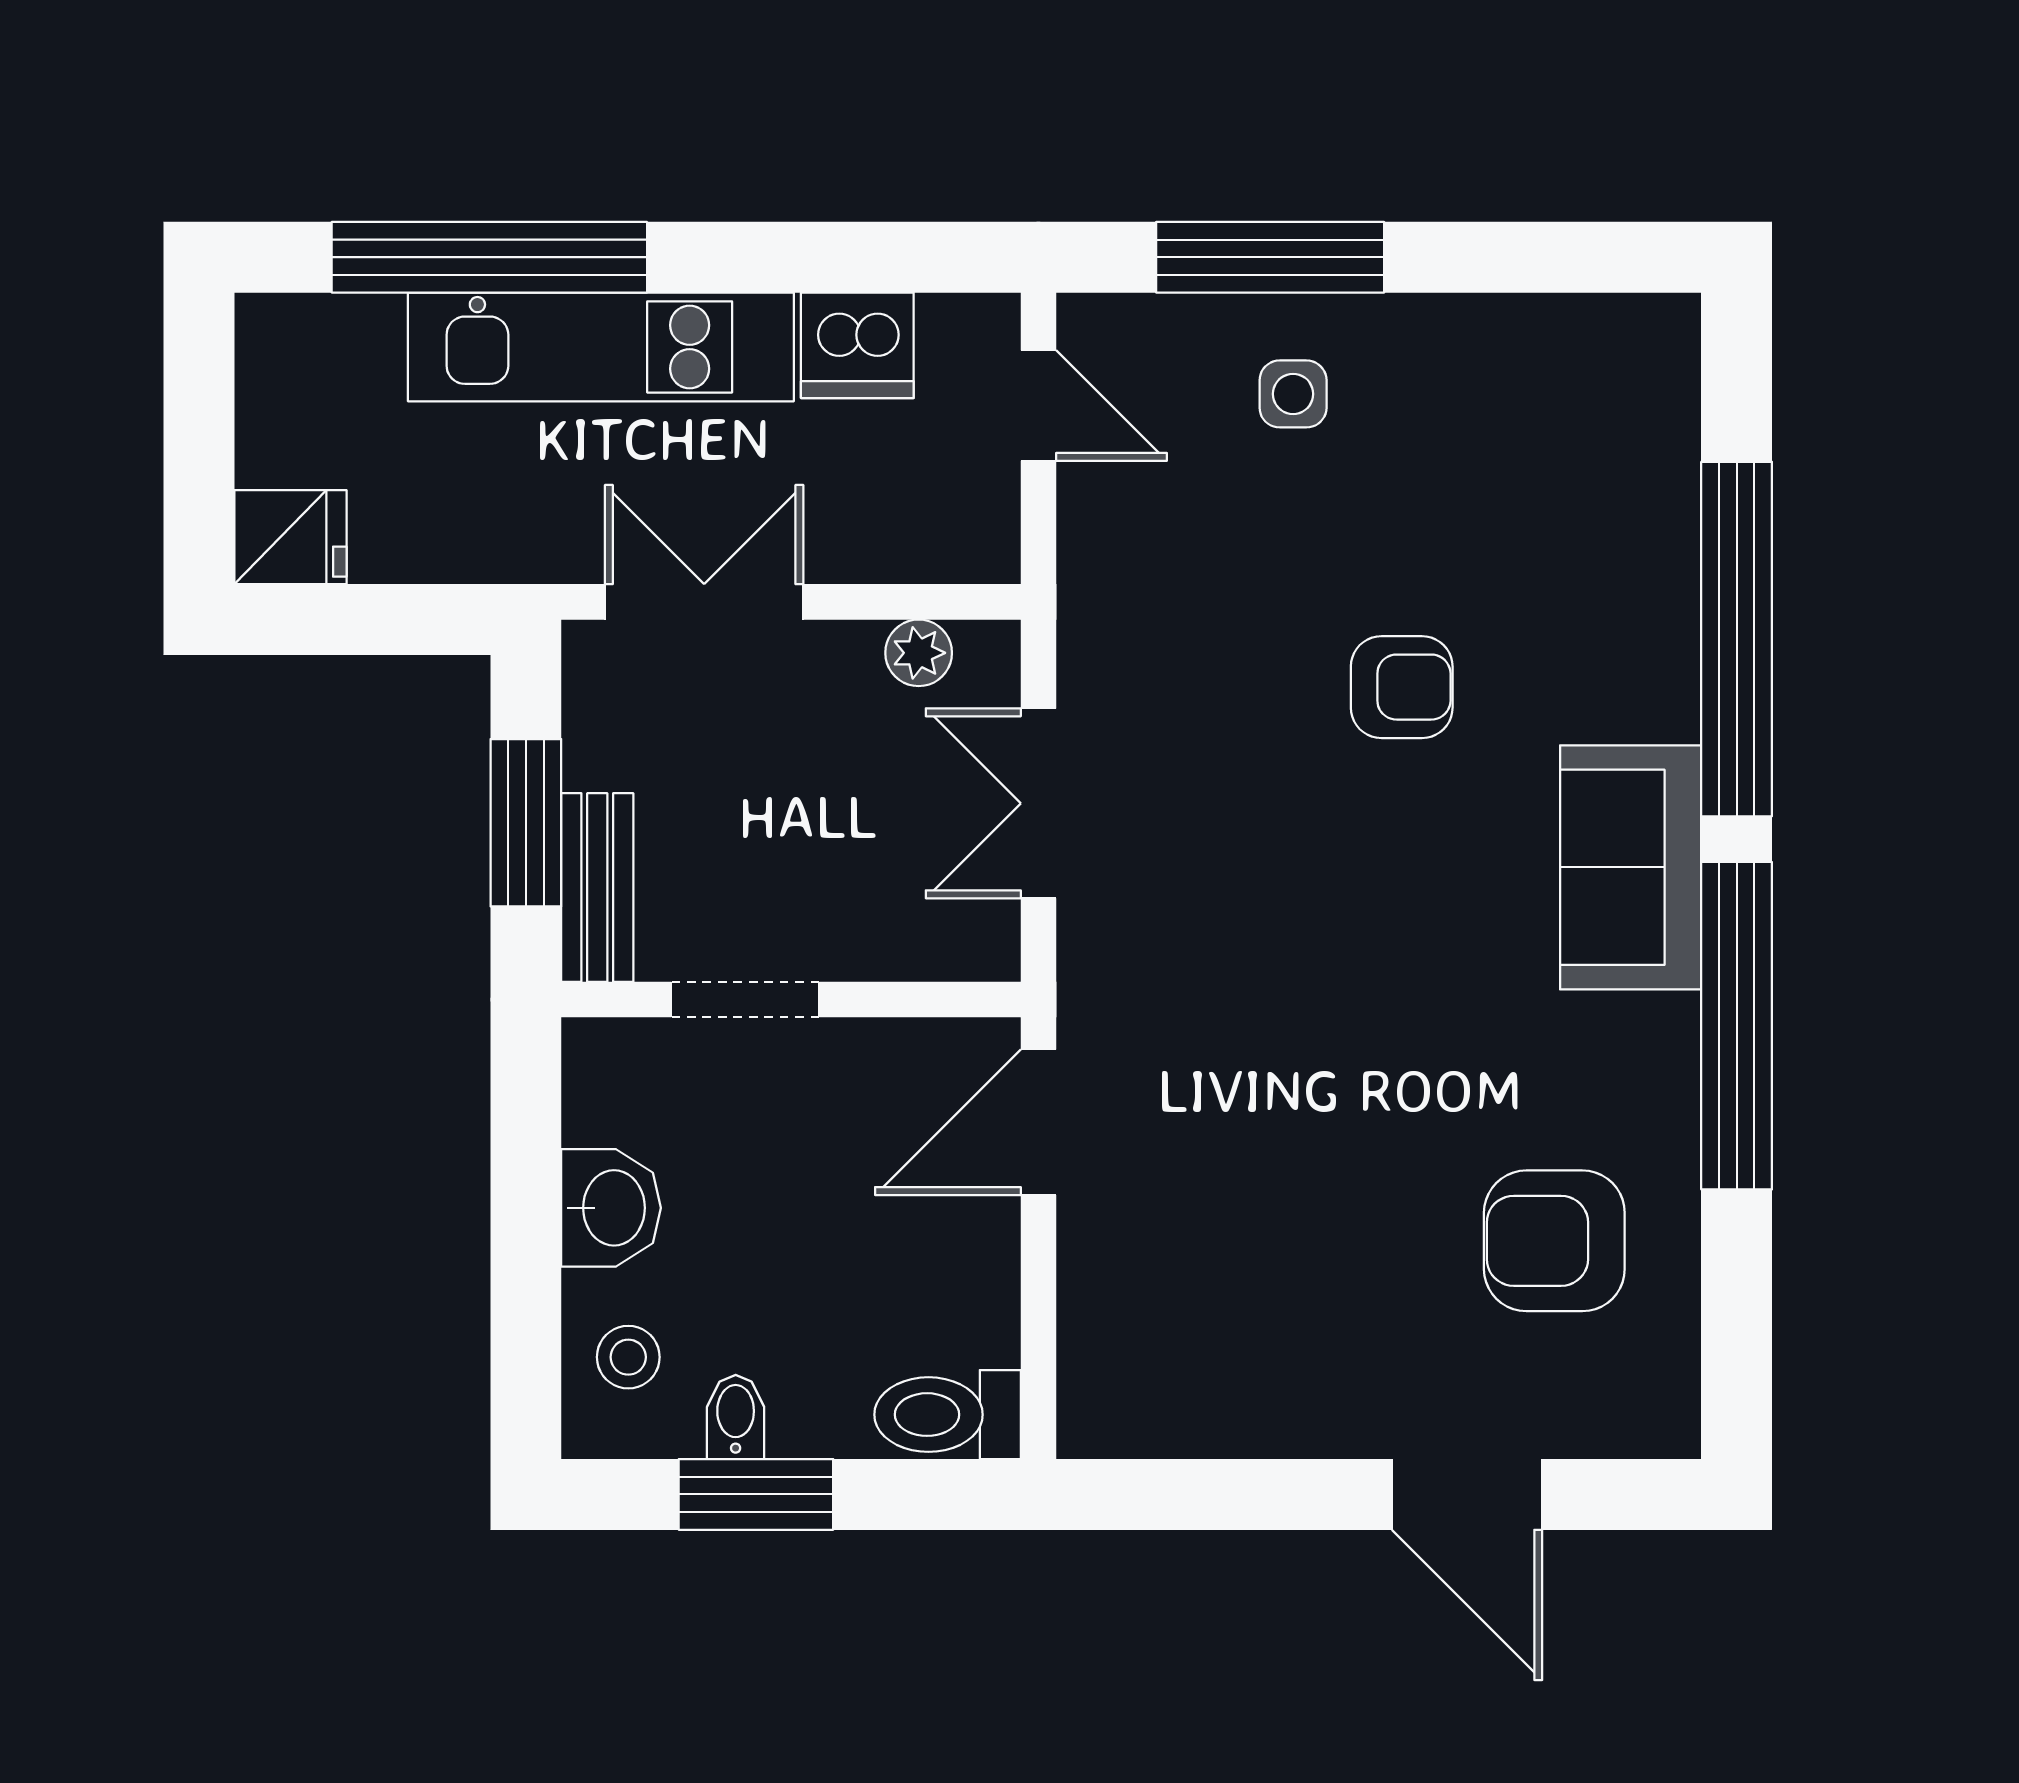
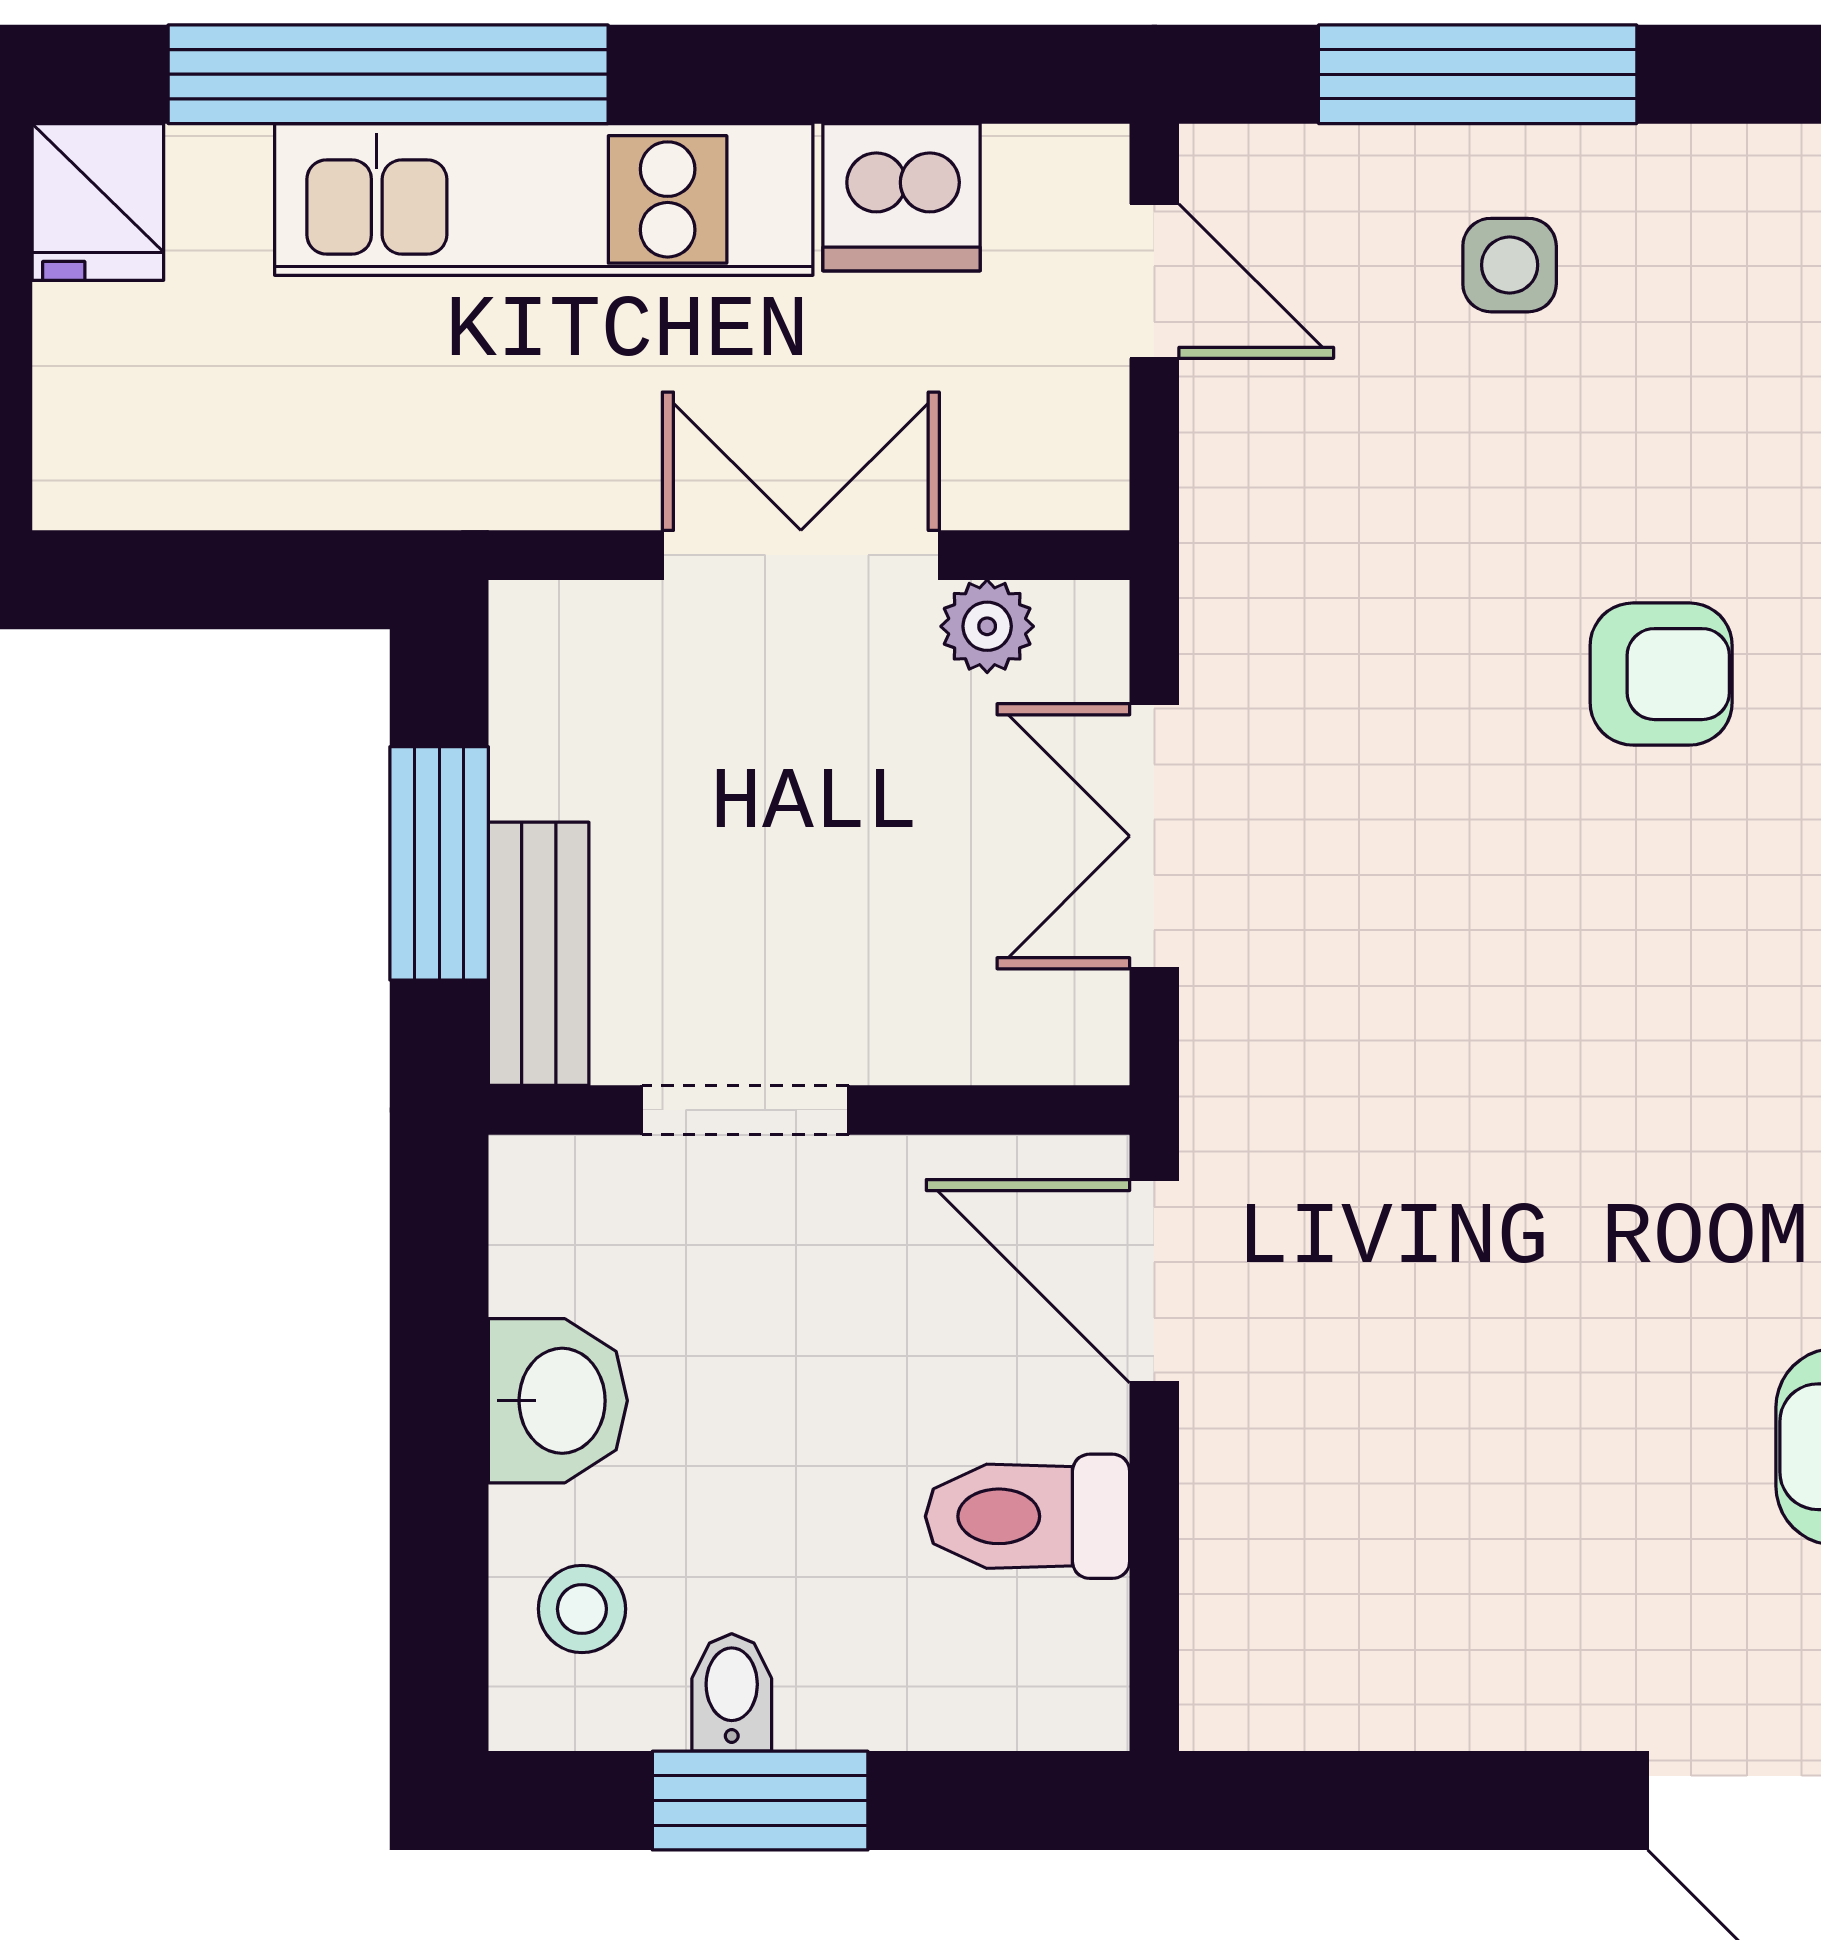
fridge: (290, 537) -> (98, 202), moved, turned 90
double door: (704, 602) -> (801, 555), moved
door: (1038, 1122) -> (1154, 1281), hinge flipped
toilet: (948, 1415) -> (1027, 1516), moved

